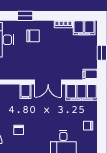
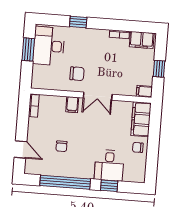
chair: (33, 36) -> (77, 74), moved
filing cabinet: (82, 92) -> (141, 119), moved, turned 90

